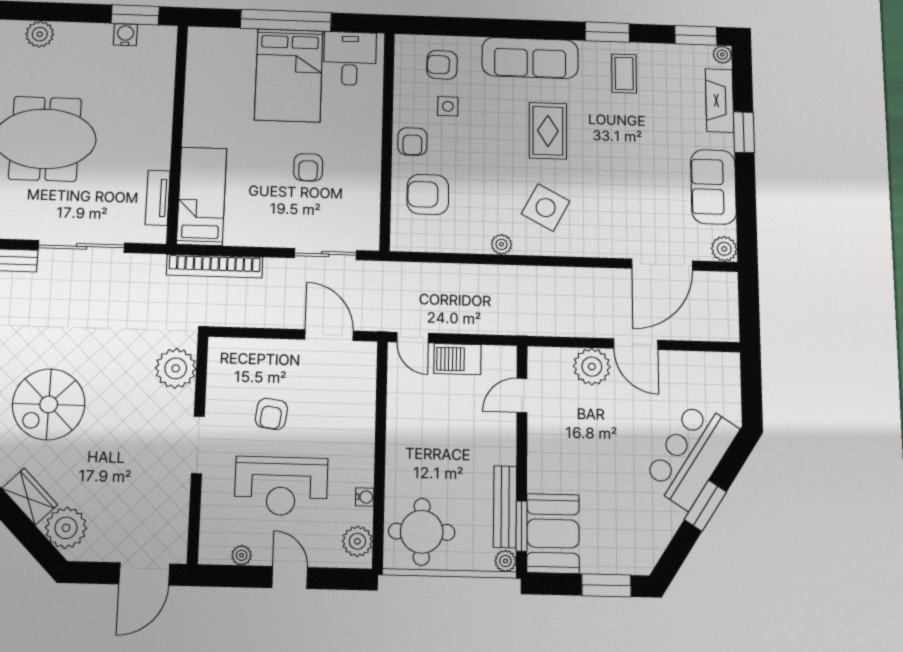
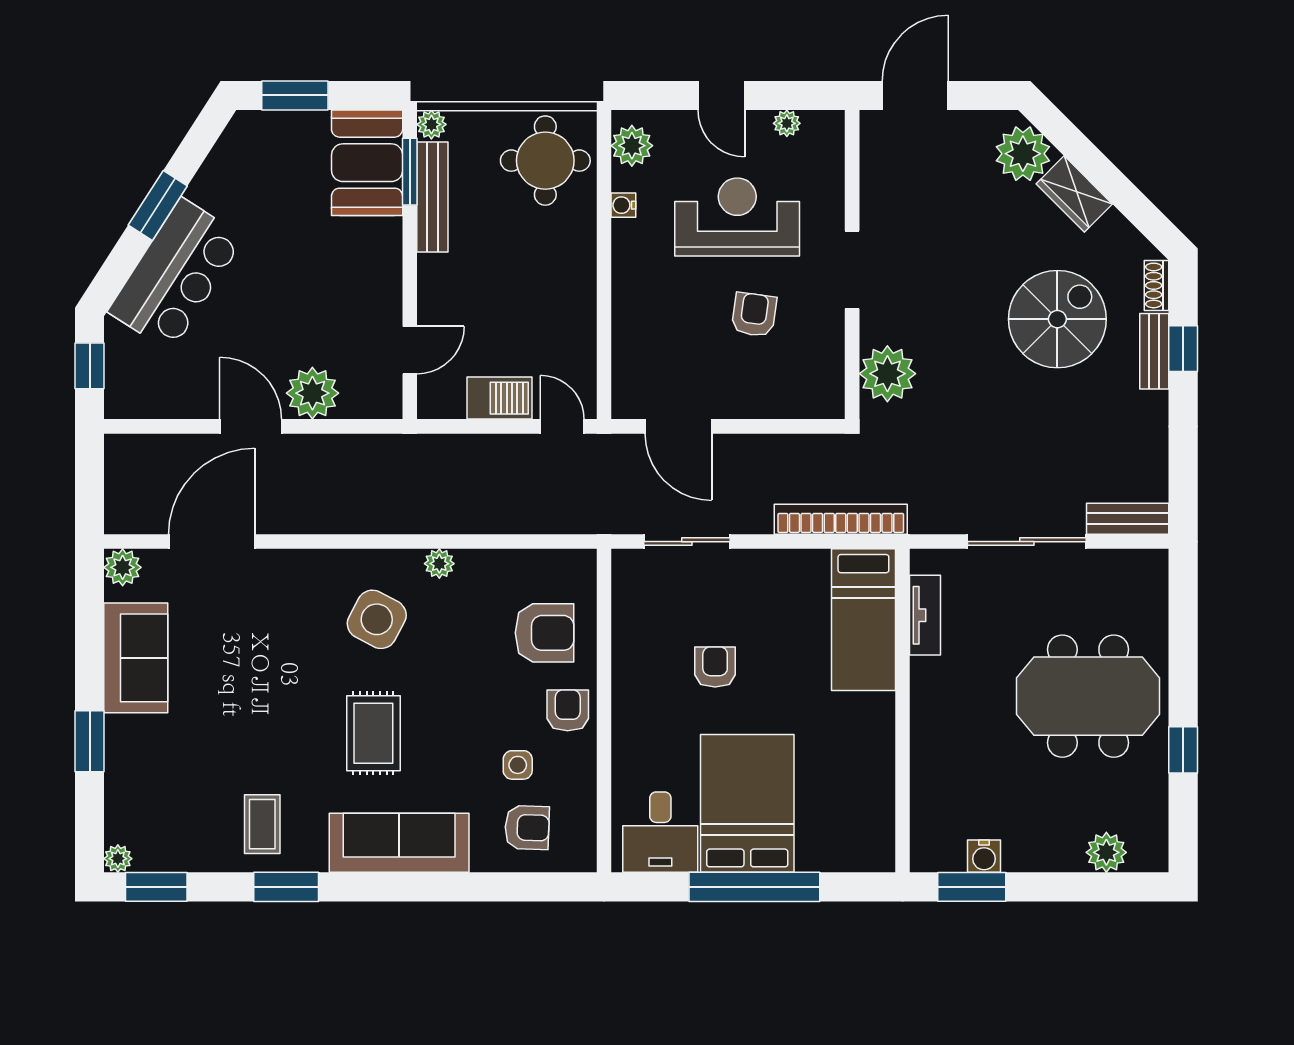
fireplace: (720, 101) -> (124, 788), removed
window: (751, 391) -> (90, 366), added

